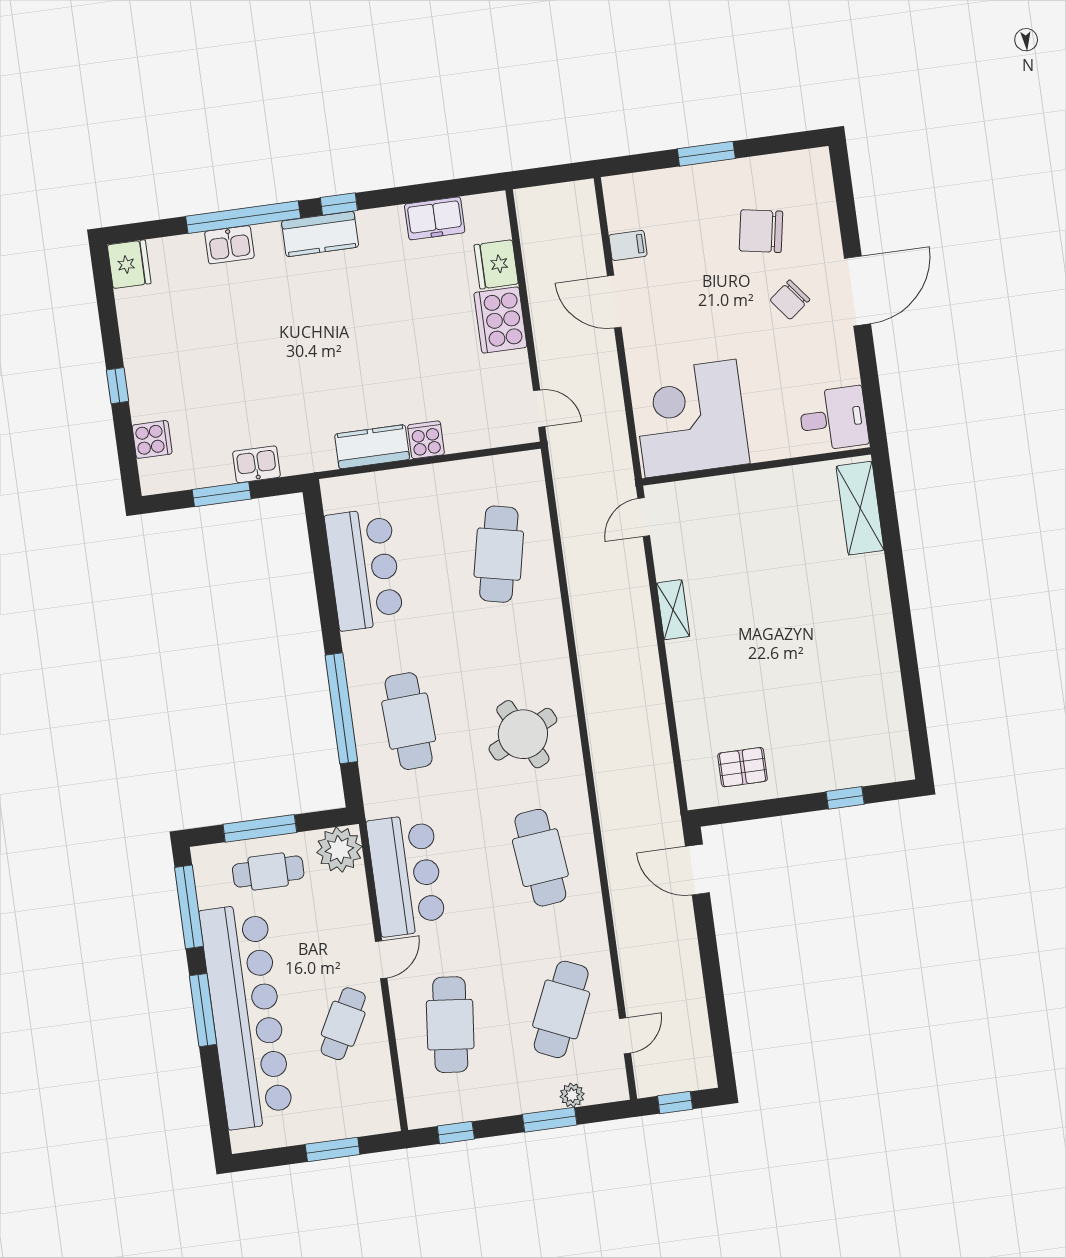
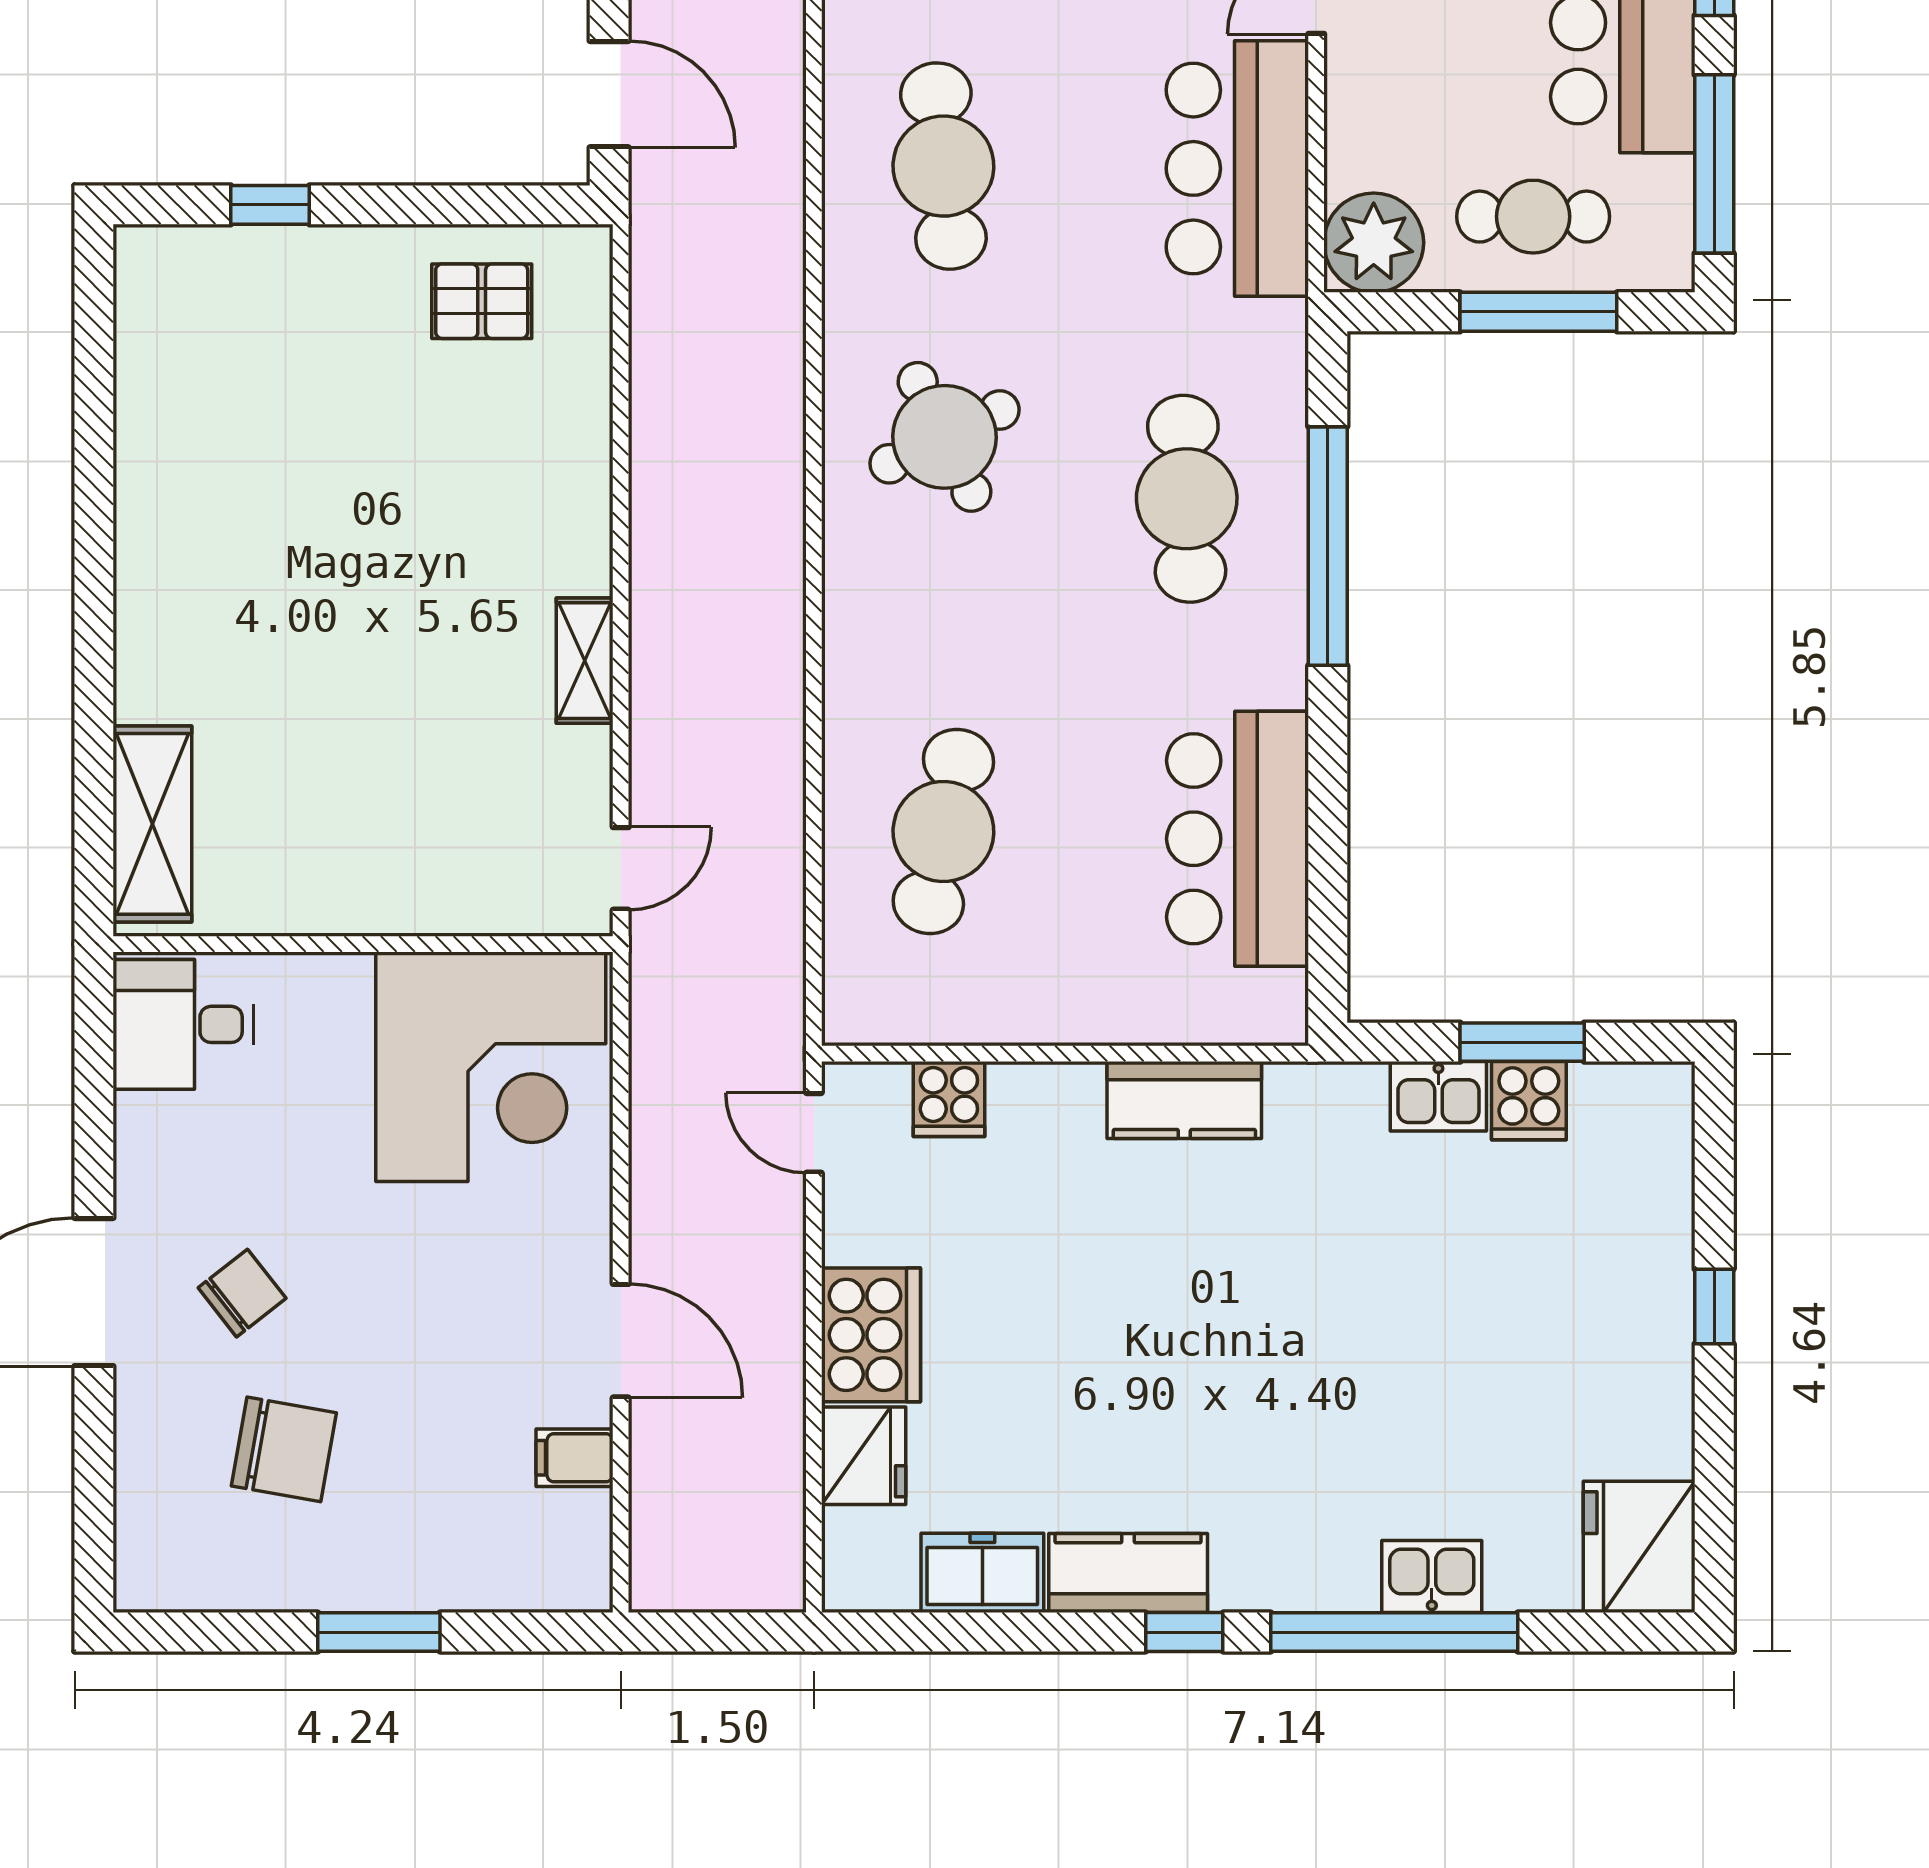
kitchen counter: (320, 234) -> (1128, 1573), moved
fridge: (129, 264) -> (1639, 1547), width x1.36, depth x1.34
cooker: (152, 439) -> (1529, 1101), moved, turned -90
cooker: (426, 440) -> (949, 1099), moved

